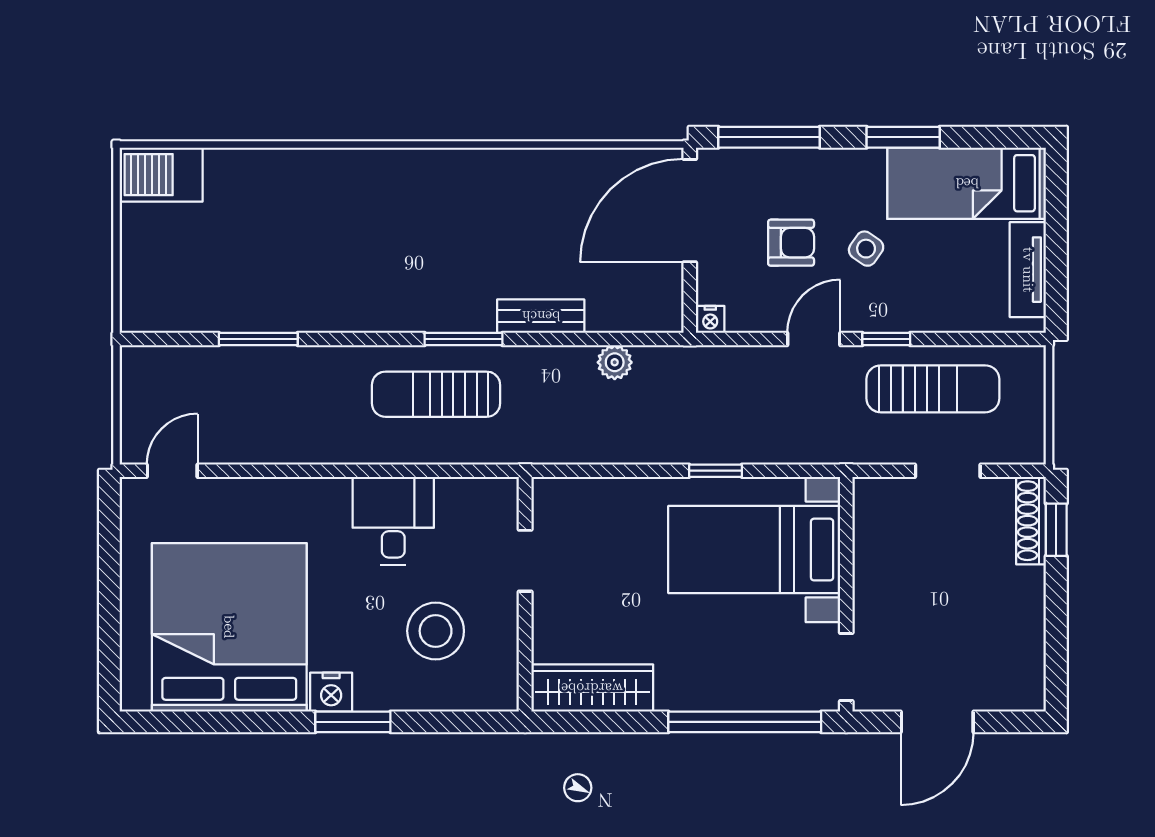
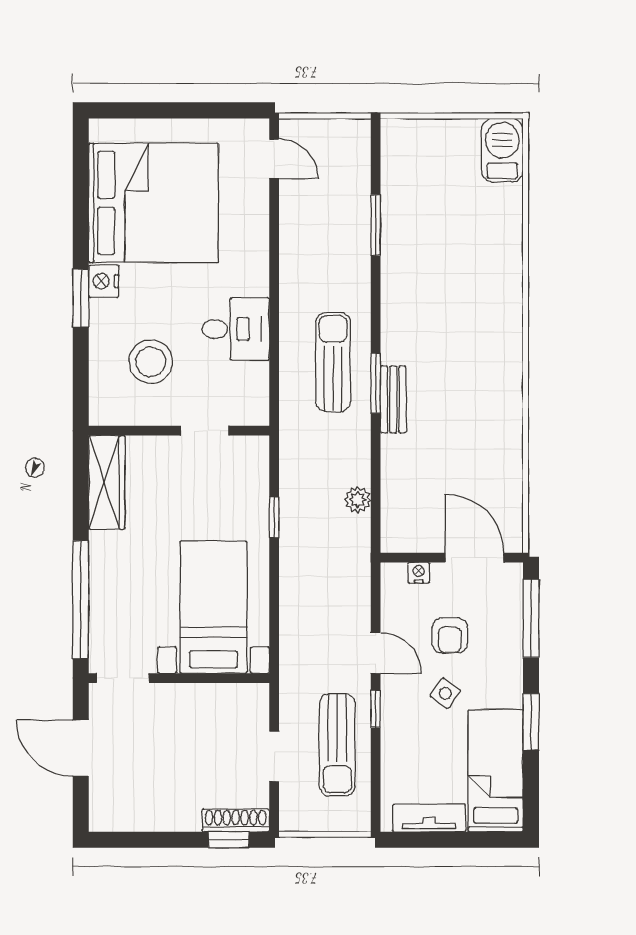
door: (690, 211) -> (474, 558), width x0.73
bench: (541, 316) -> (393, 399), moved
nightstand: (710, 319) -> (419, 573), moved, turned 90
window: (715, 471) -> (274, 517), moved

